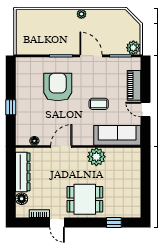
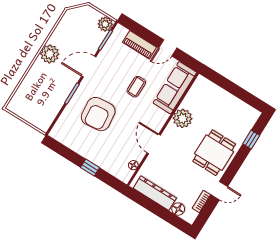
plant: (81, 14) -> (50, 54), width x1.87, depth x1.87
armchair: (58, 87) -> (98, 114), turned -96

